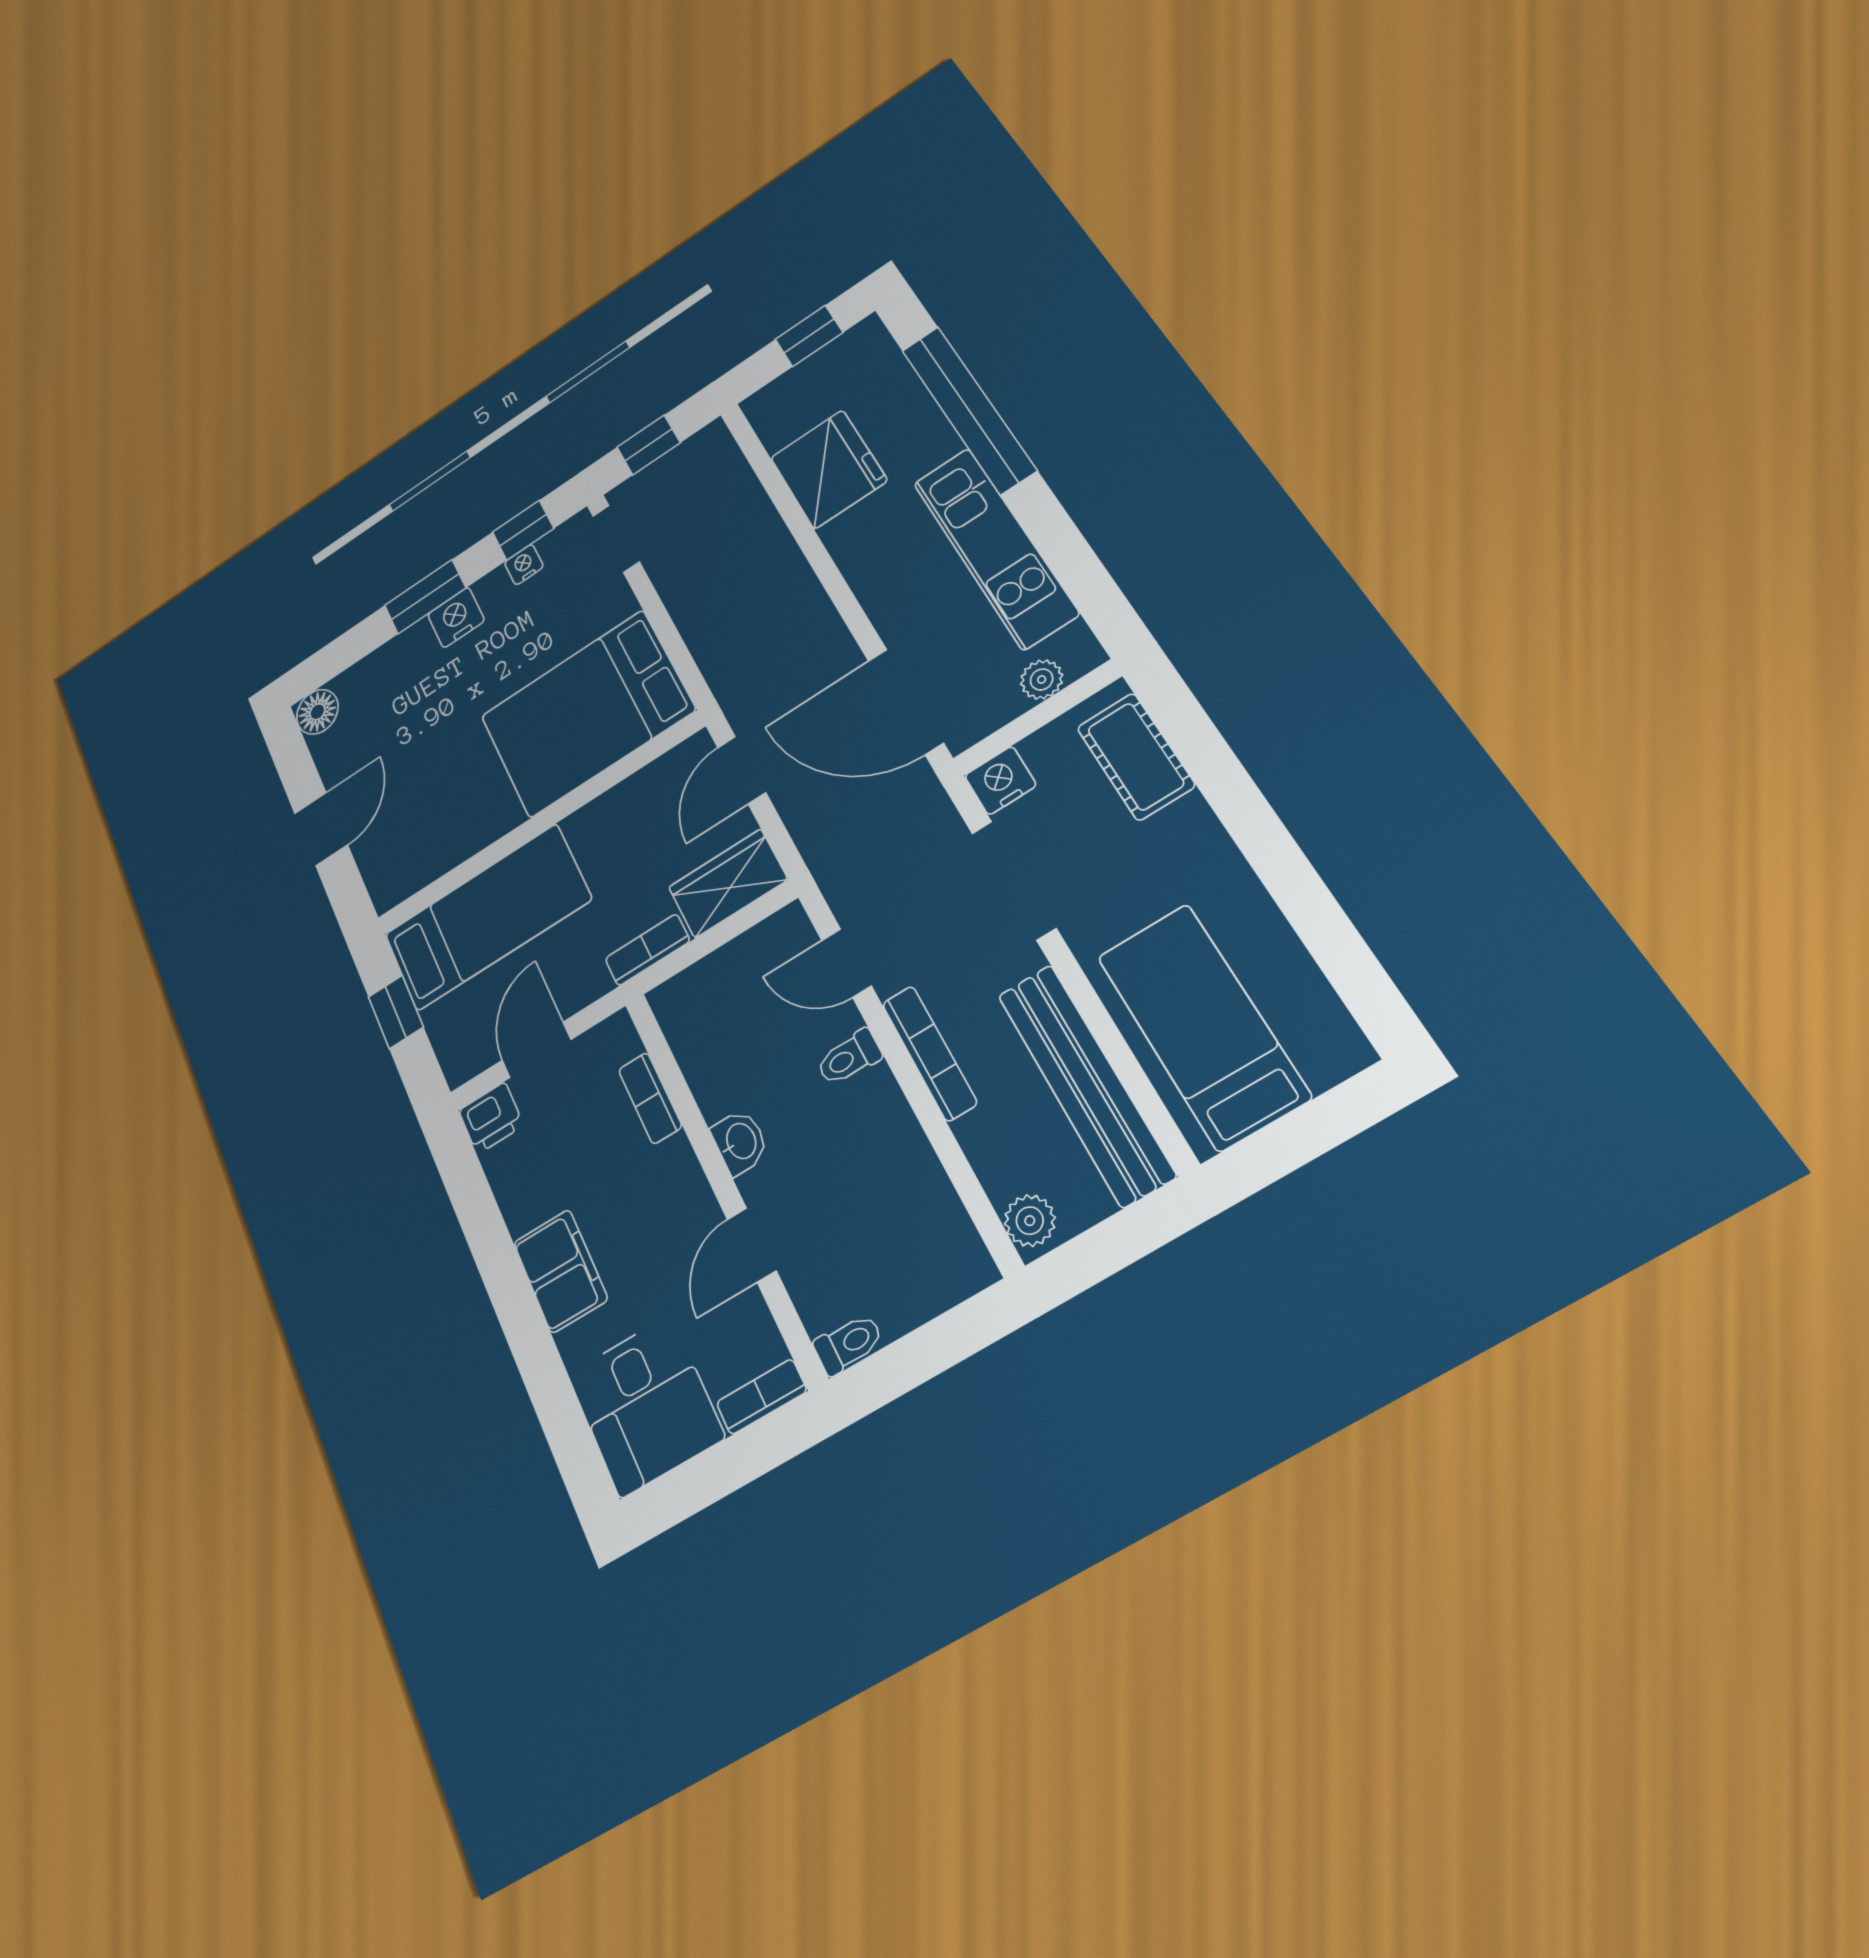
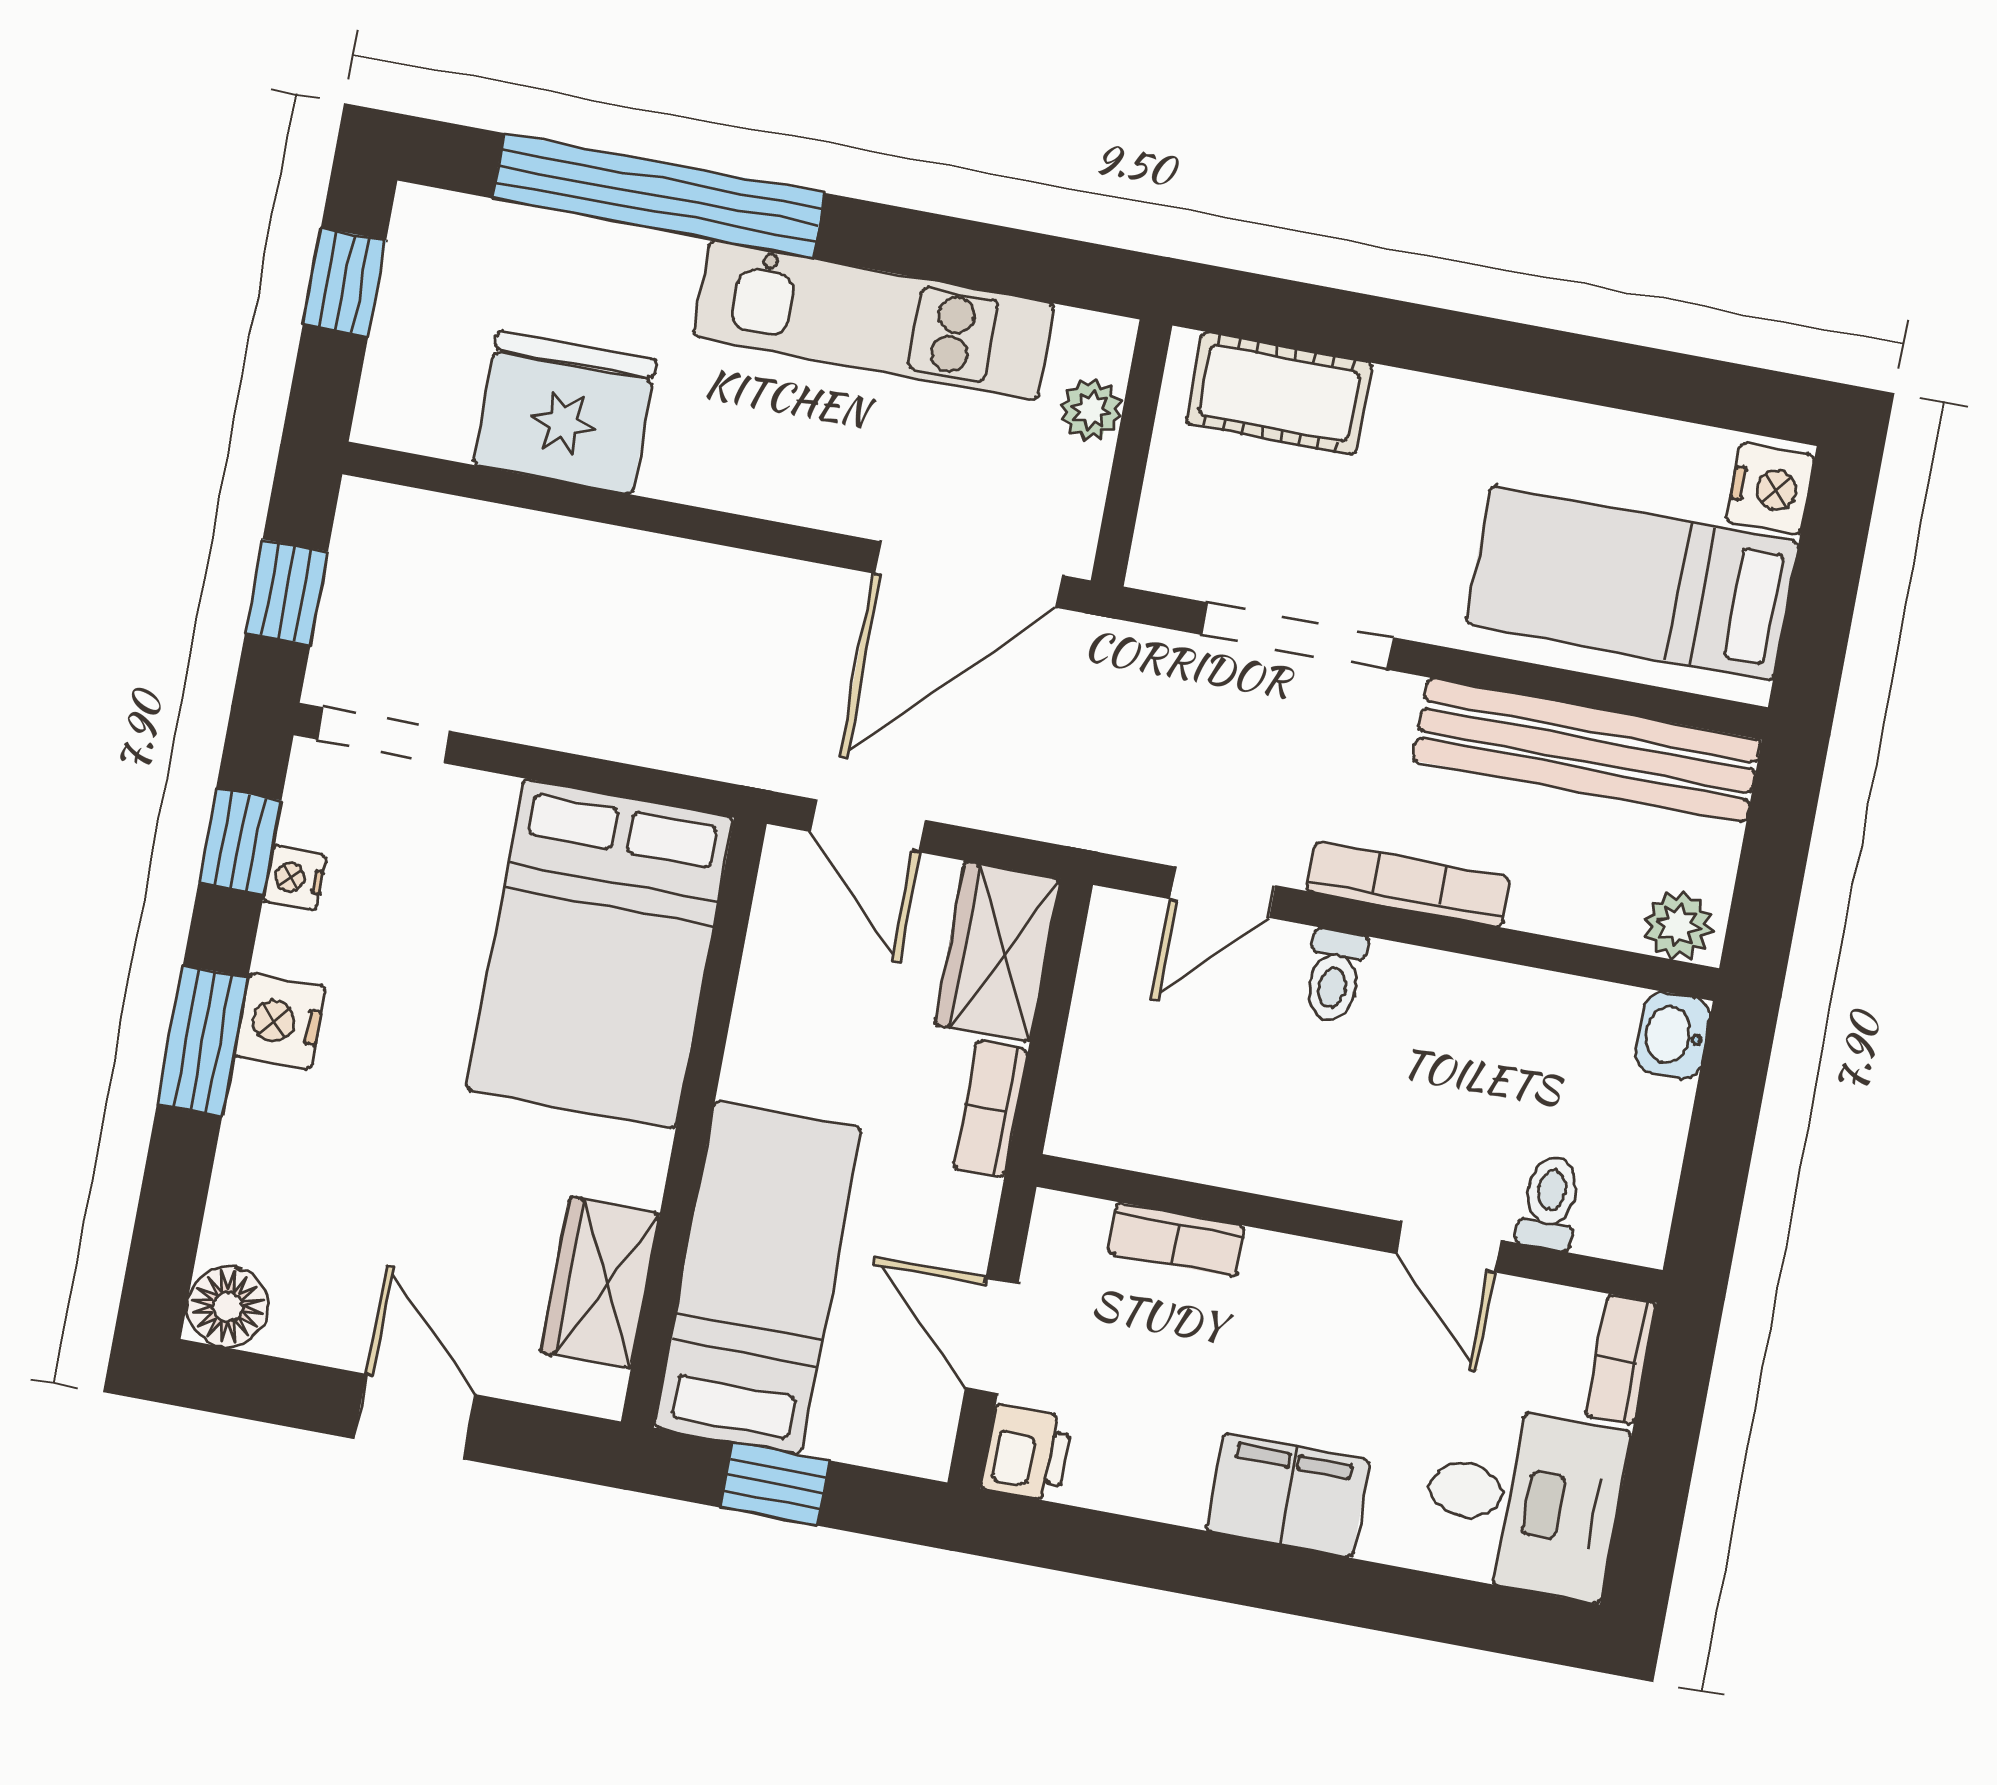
nightstand: (1000, 781) -> (1770, 489), moved, turned 180
wardrobe: (435, 851) -> (600, 1283), added
washbasin: (740, 1142) -> (1673, 1035), moved, turned -90
toilet: (848, 1344) -> (1550, 1203), moved

